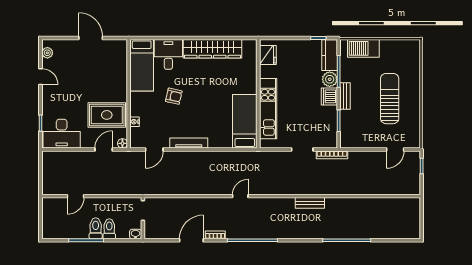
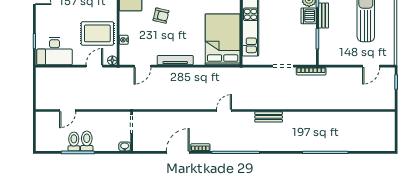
bed: (245, 121) -> (223, 39), width x1.50
bench: (310, 203) -> (269, 117), moved
toilet: (109, 229) -> (74, 142), moved

